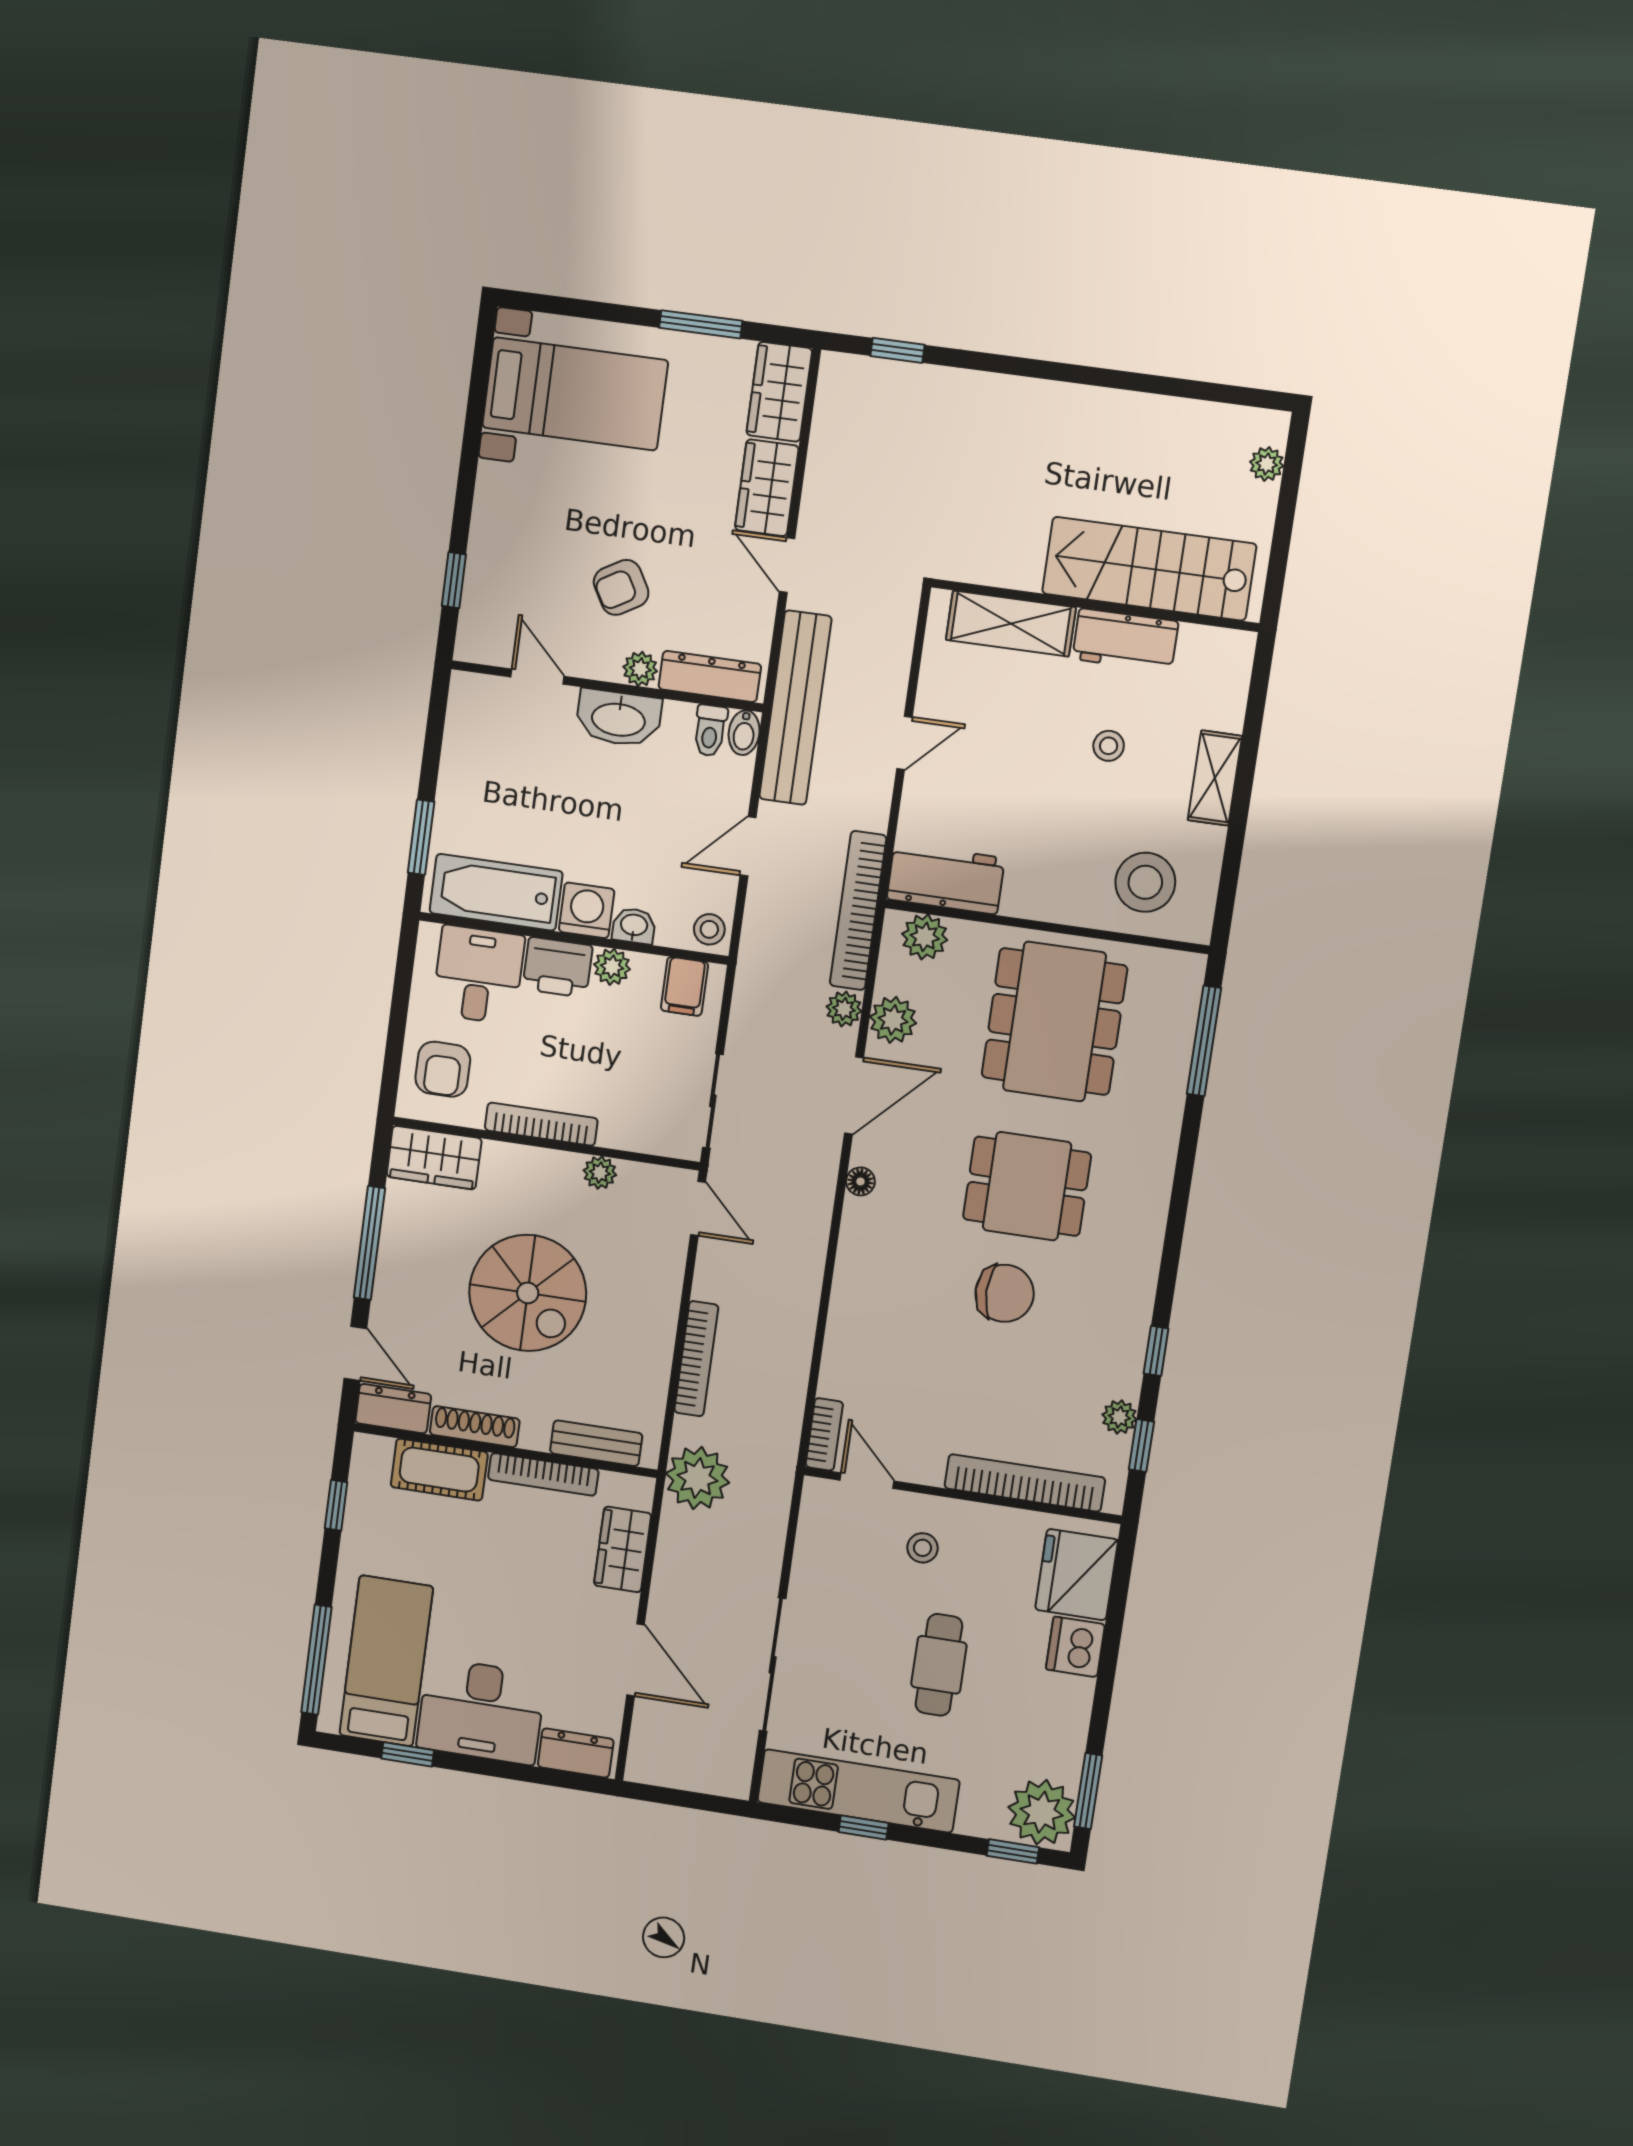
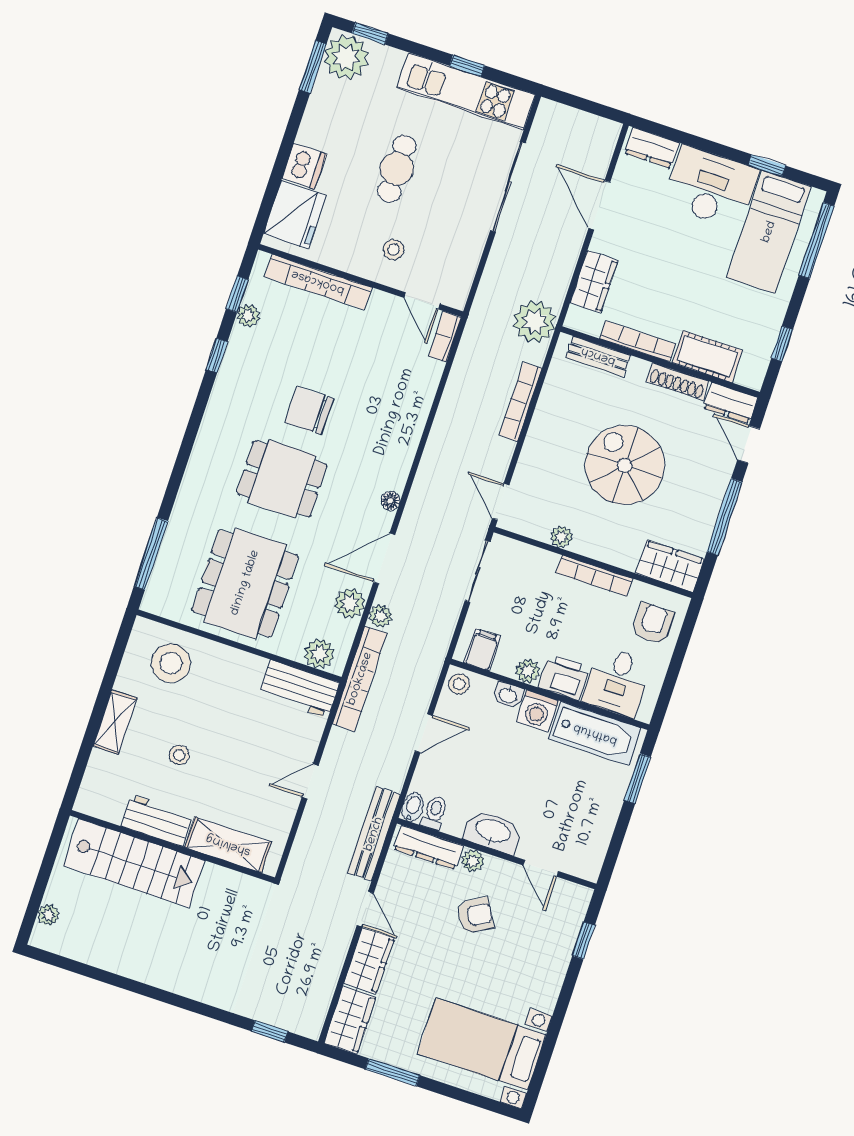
bench: (795, 708) -> (374, 834), width x0.73, depth x0.82

